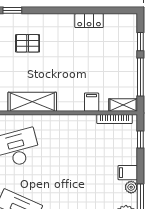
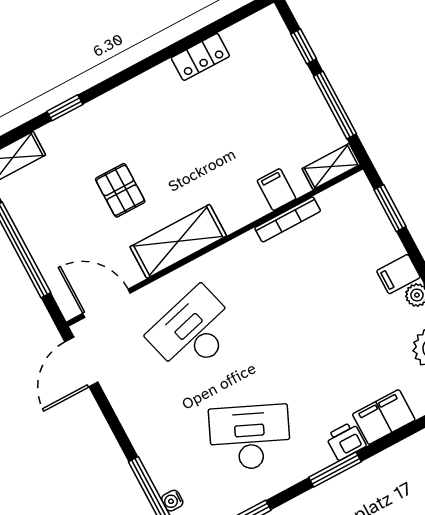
pallet: (28, 43) -> (120, 190), moved, turned 90
bookcase: (115, 119) -> (288, 219), moved
window: (140, 139) -> (390, 208), width x1.50

